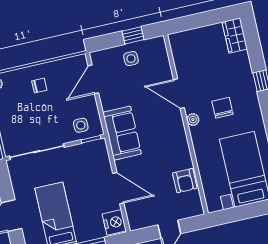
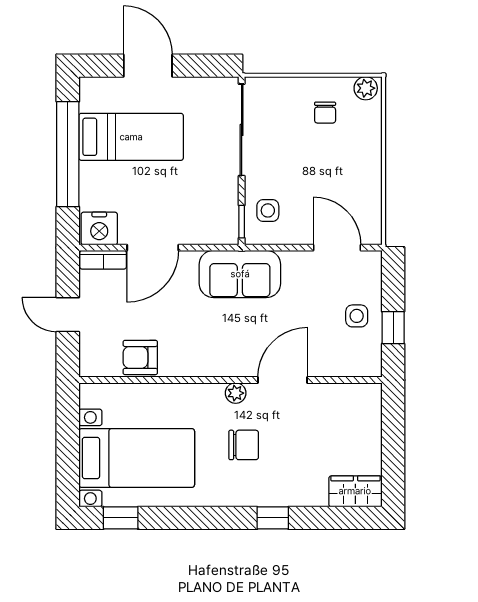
chair: (39, 86) -> (325, 113), moved
bookcase: (132, 216) -> (103, 260), added

